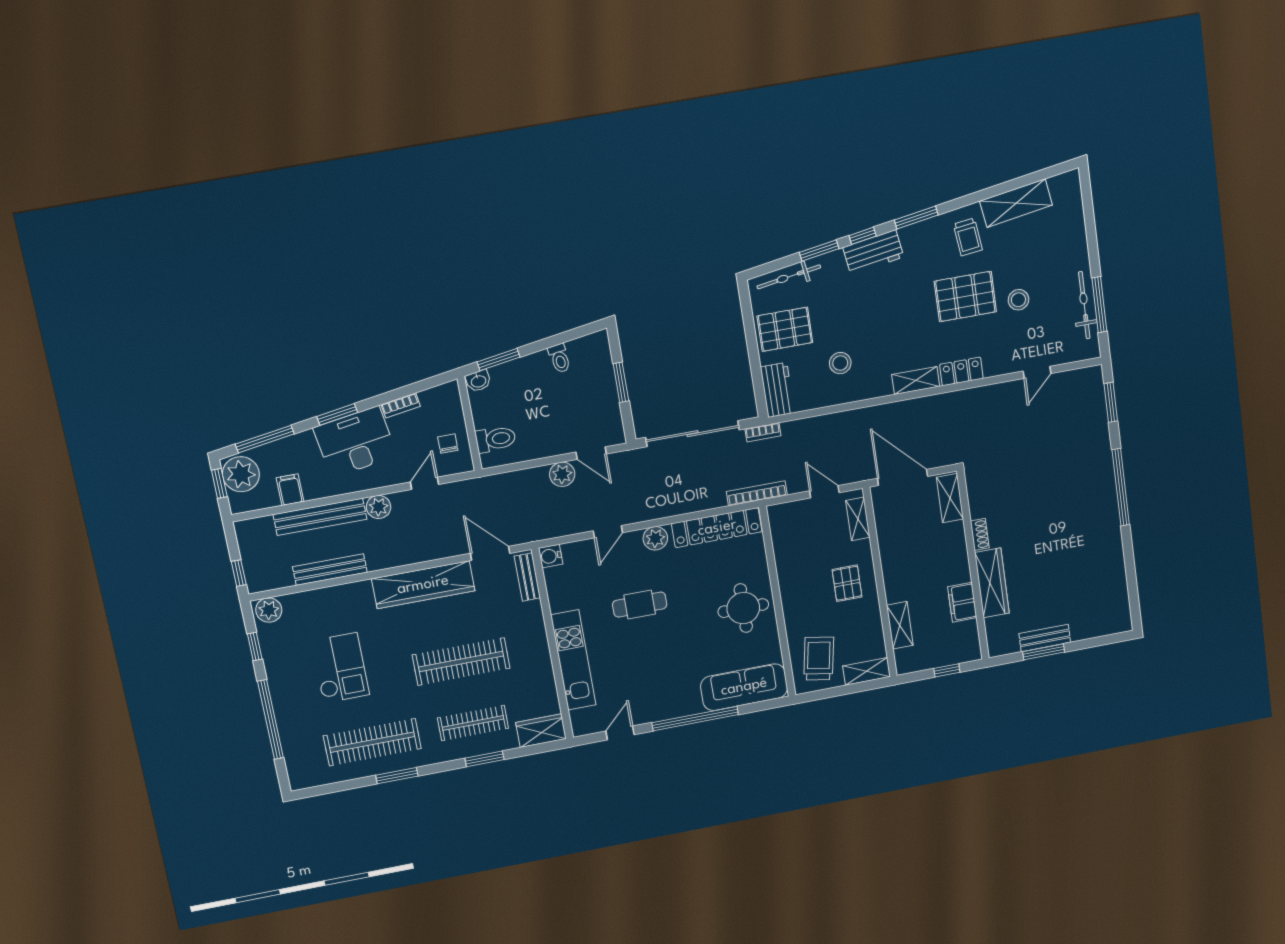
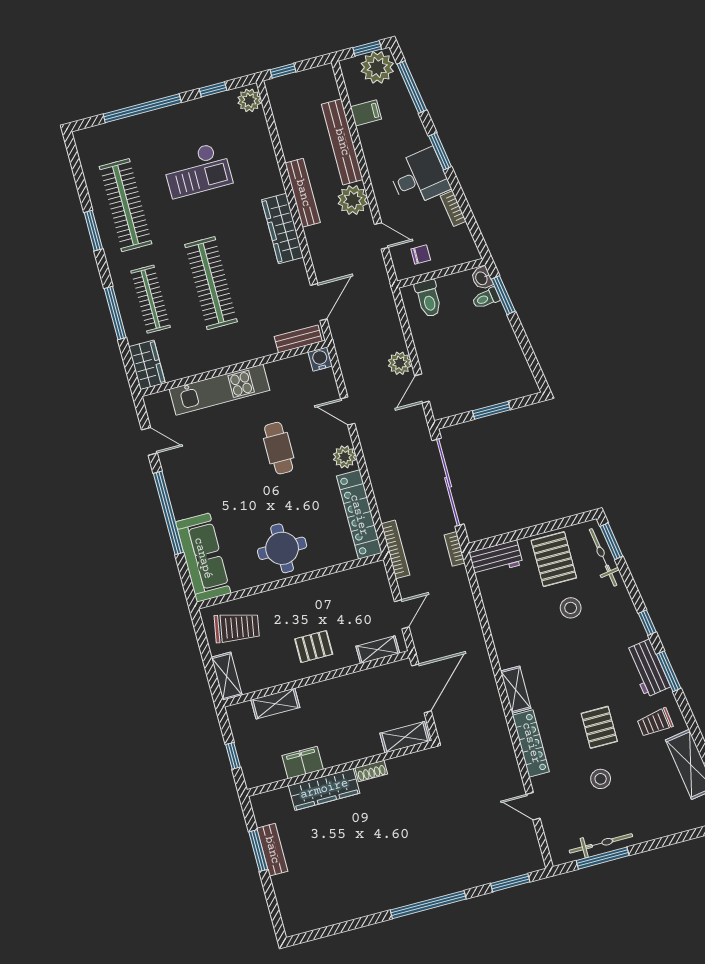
window: (819, 251) -> (611, 541), moved
workbench: (873, 252) -> (648, 668), moved
pallet: (965, 297) -> (599, 727), width x0.67, depth x0.71
toilet: (559, 358) -> (486, 298), moved
stool: (840, 363) -> (571, 608), moved
locker: (961, 371) -> (531, 743), width x1.53
desk: (355, 442) -> (419, 177), width x0.73
plant: (379, 507) -> (353, 200), width x1.36, depth x1.36
bench: (330, 570) -> (303, 193), moved
wardrobe: (423, 585) -> (282, 228), width x0.71, depth x0.85
window: (484, 759) -> (115, 313), width x1.44

